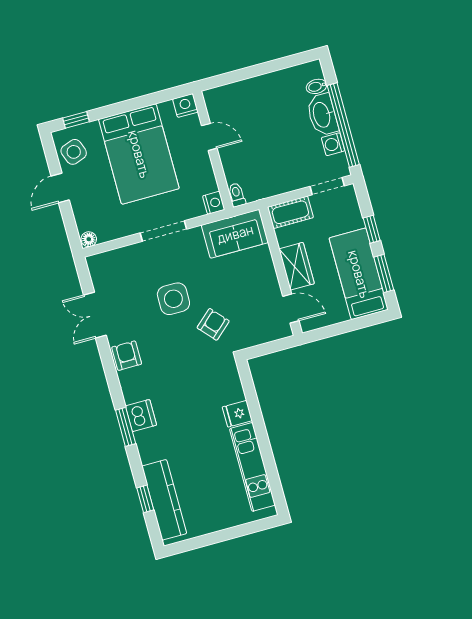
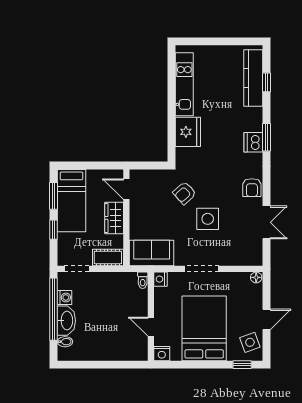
fridge: (237, 414) -> (188, 132), width x1.88, depth x1.34

